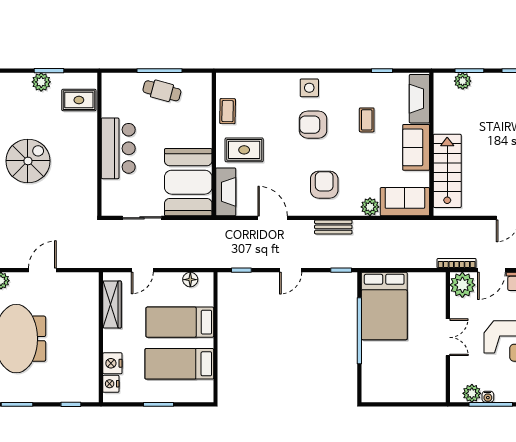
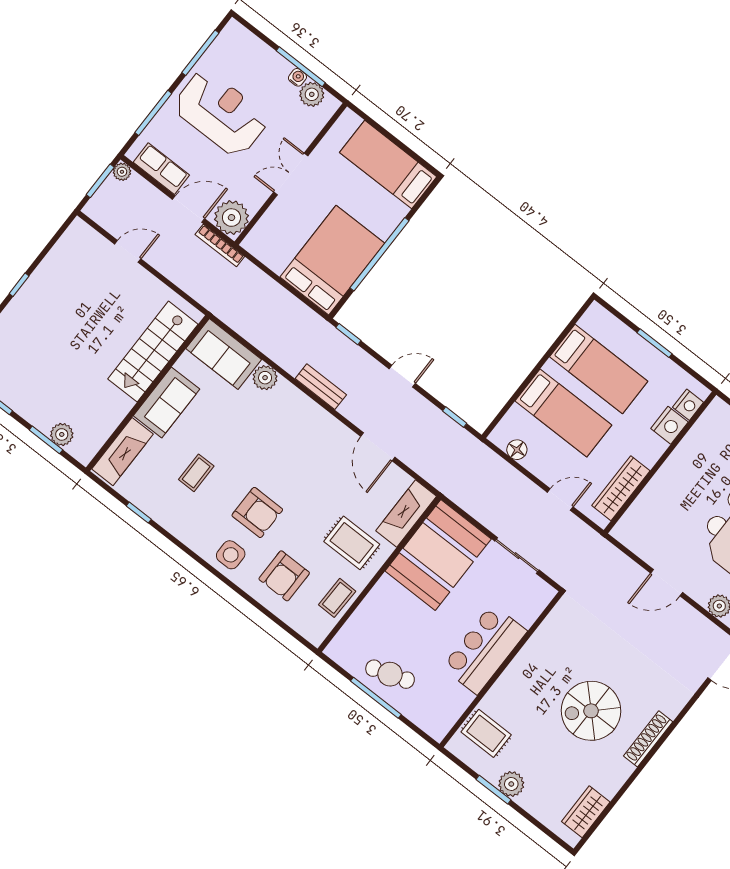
cafe table: (162, 91) -> (390, 674), turned -33
armchair: (324, 185) -> (284, 576), moved
bed: (395, 387) -> (388, 165), added

